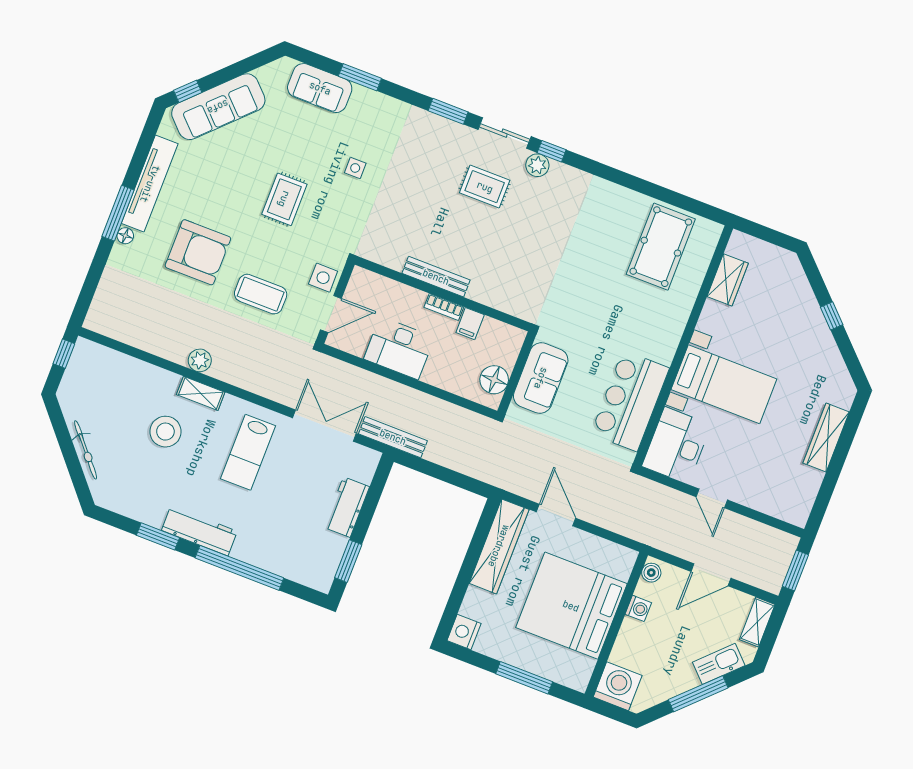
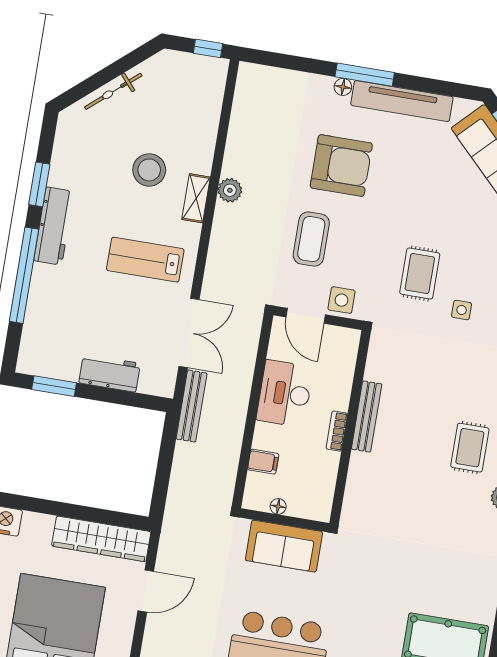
rug: (284, 199) -> (420, 273), moved, turned 90
armchair: (198, 252) -> (341, 165), turned -90
filing cabinet: (470, 324) -> (263, 462), moved, turned 180
floor lamp: (494, 380) -> (278, 506), width x0.53, depth x0.53

